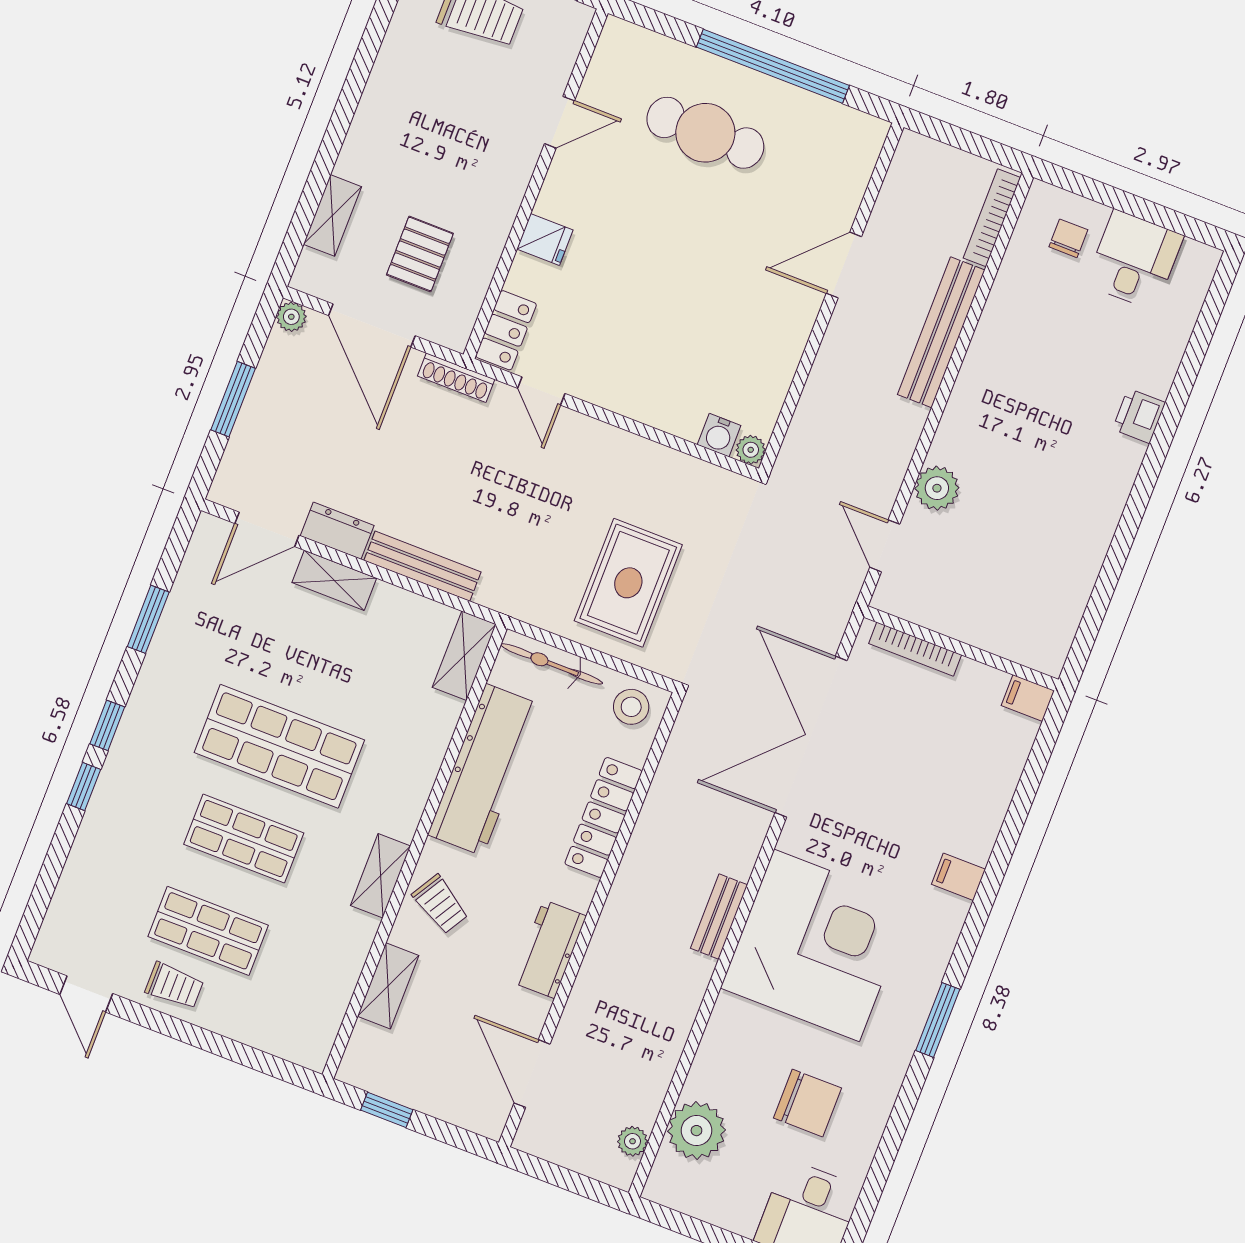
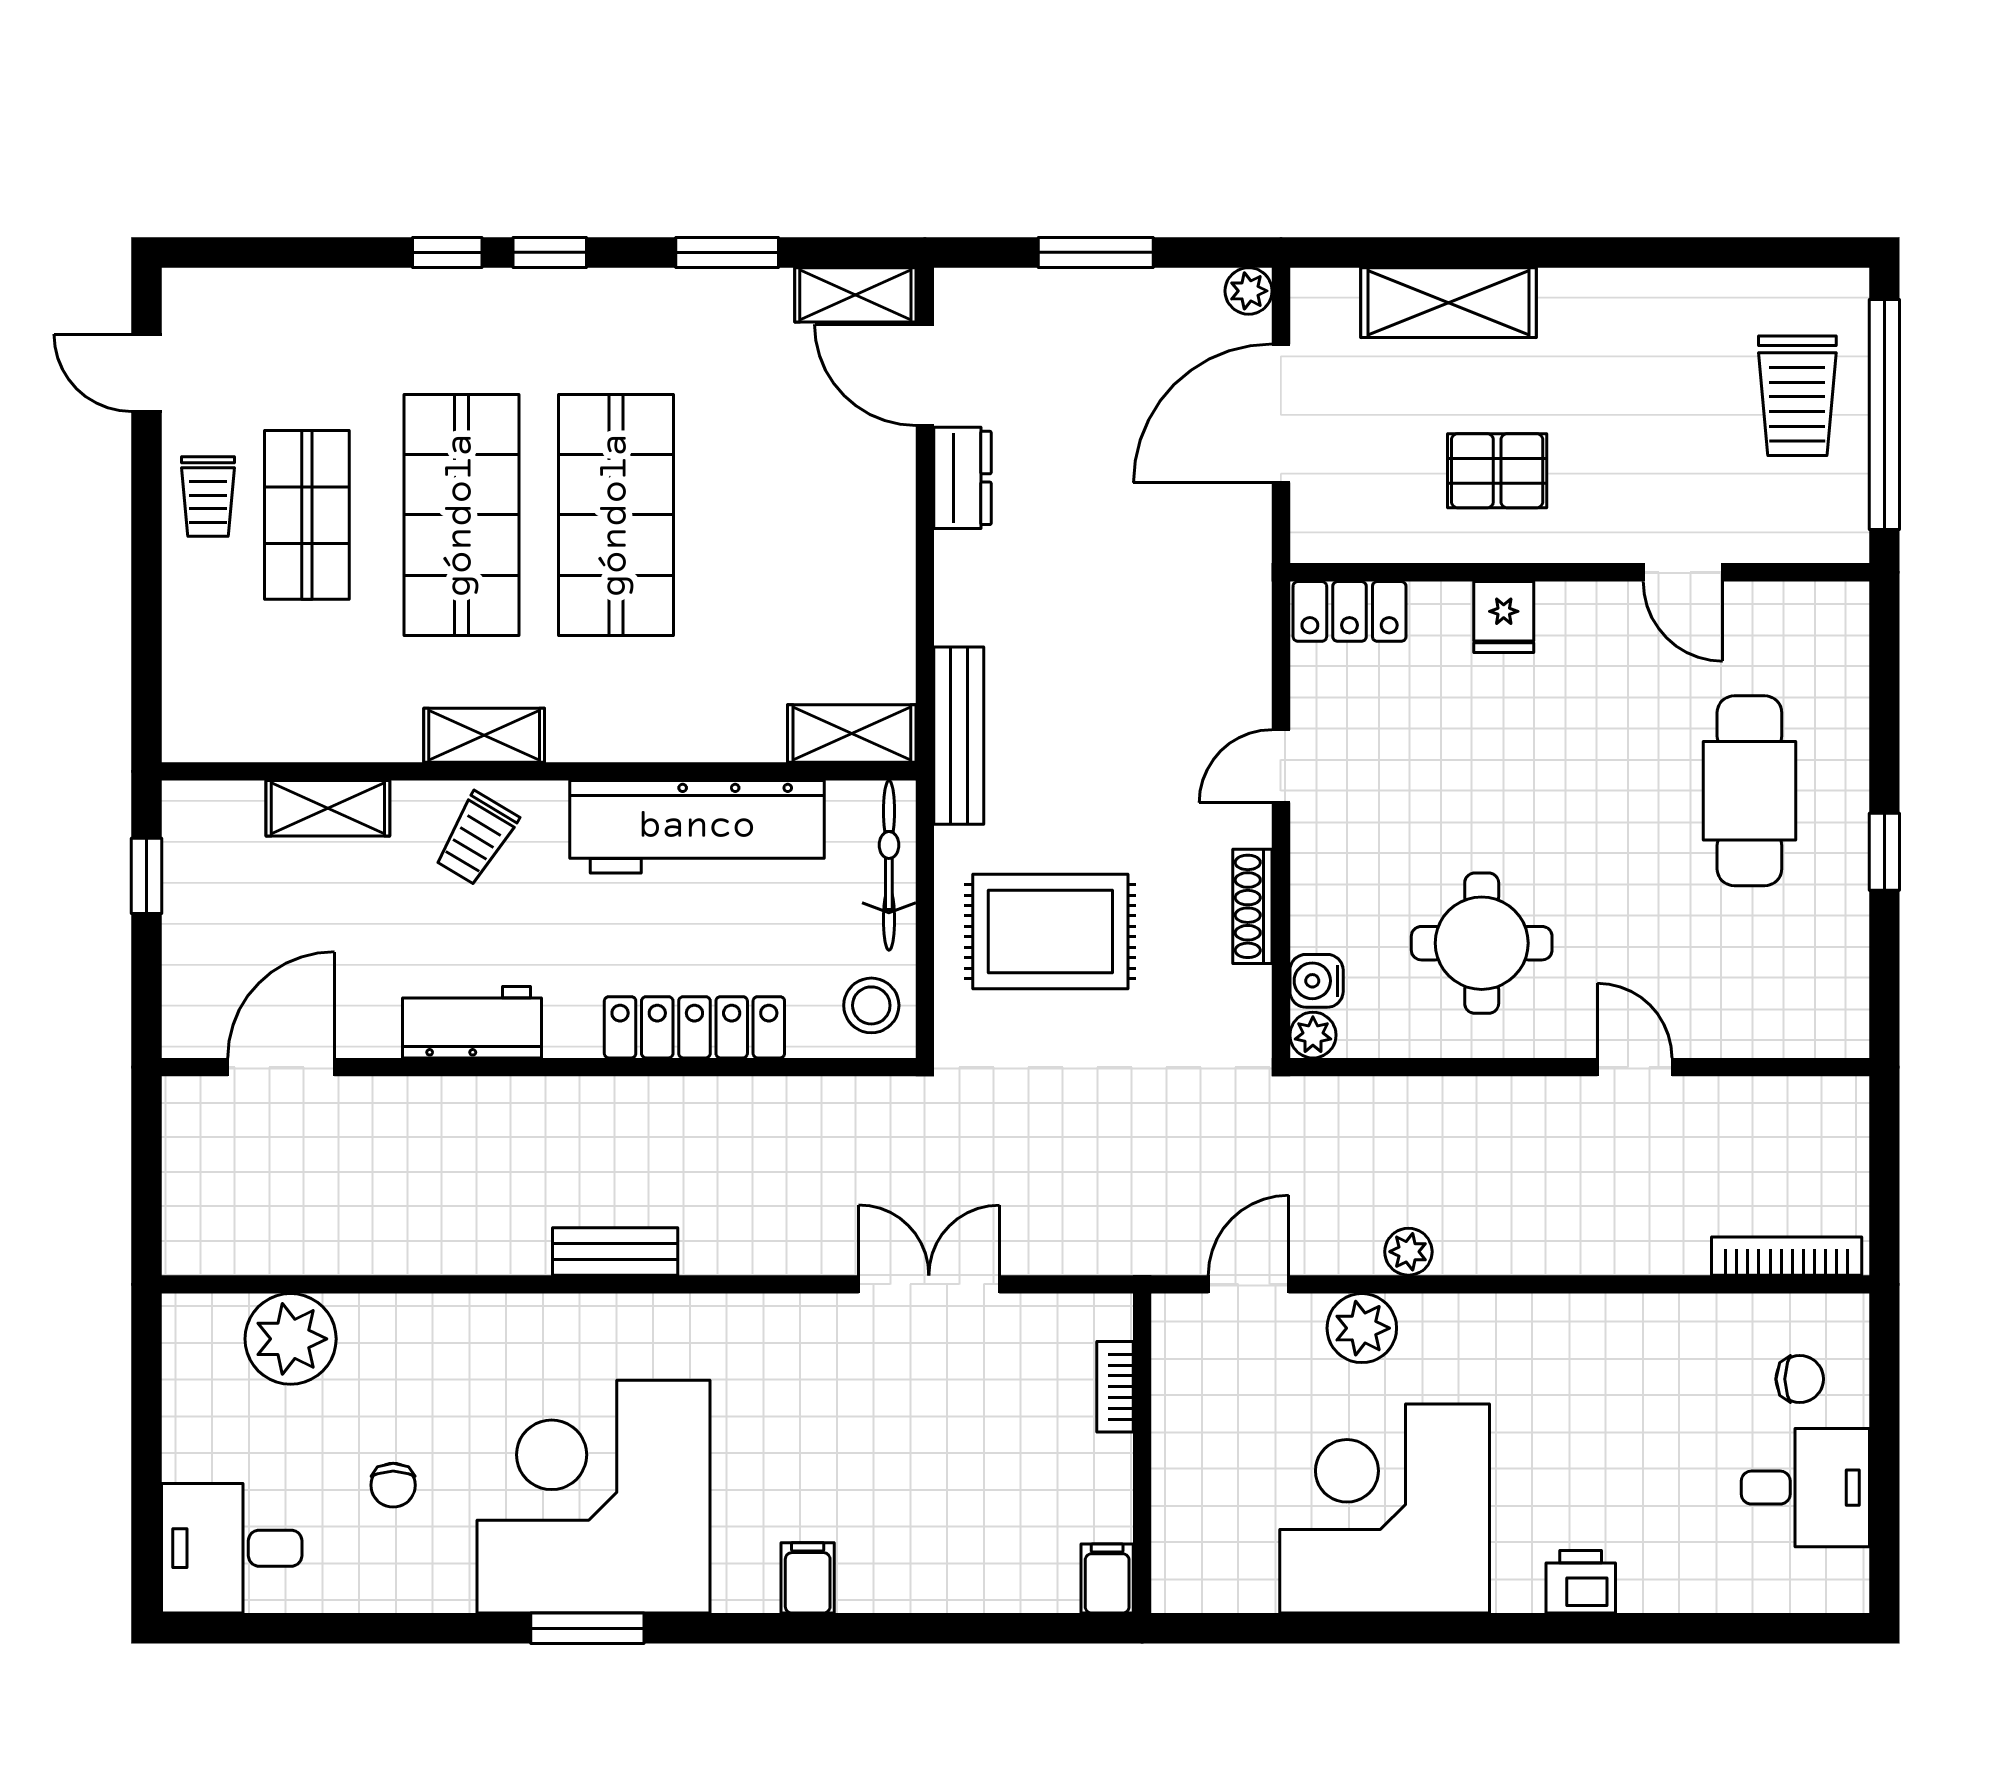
window: (773, 66) -> (1884, 852), width x0.32
shelving: (332, 215) -> (1449, 303), width x1.50, depth x1.33
pallet: (420, 254) -> (1497, 471), moved
door: (844, 265) -> (1635, 1067), width x0.73
round table: (735, 328) -> (1482, 943), added
bench: (941, 332) -> (1591, 1247), removed
shoe rack: (456, 378) -> (1252, 906), moved
door: (541, 391) -> (1281, 766), moved
corner desk: (1050, 516) -> (1385, 1509), added
bench: (422, 566) -> (959, 736), moved
shelving: (334, 580) -> (855, 295), moved, turned 90
bookcase: (915, 649) -> (1115, 1387), width x0.64
double door: (811, 737) -> (929, 1284), width x0.54
shop shelf: (244, 839) -> (461, 515), width x1.43, depth x1.36
corner desk: (817, 945) -> (594, 1497), moved, turned 180
door: (86, 994) -> (147, 373), hinge flipped
chair: (808, 1103) -> (393, 1485), width x0.54, depth x0.54
plant: (633, 1141) -> (1408, 1252), moved

